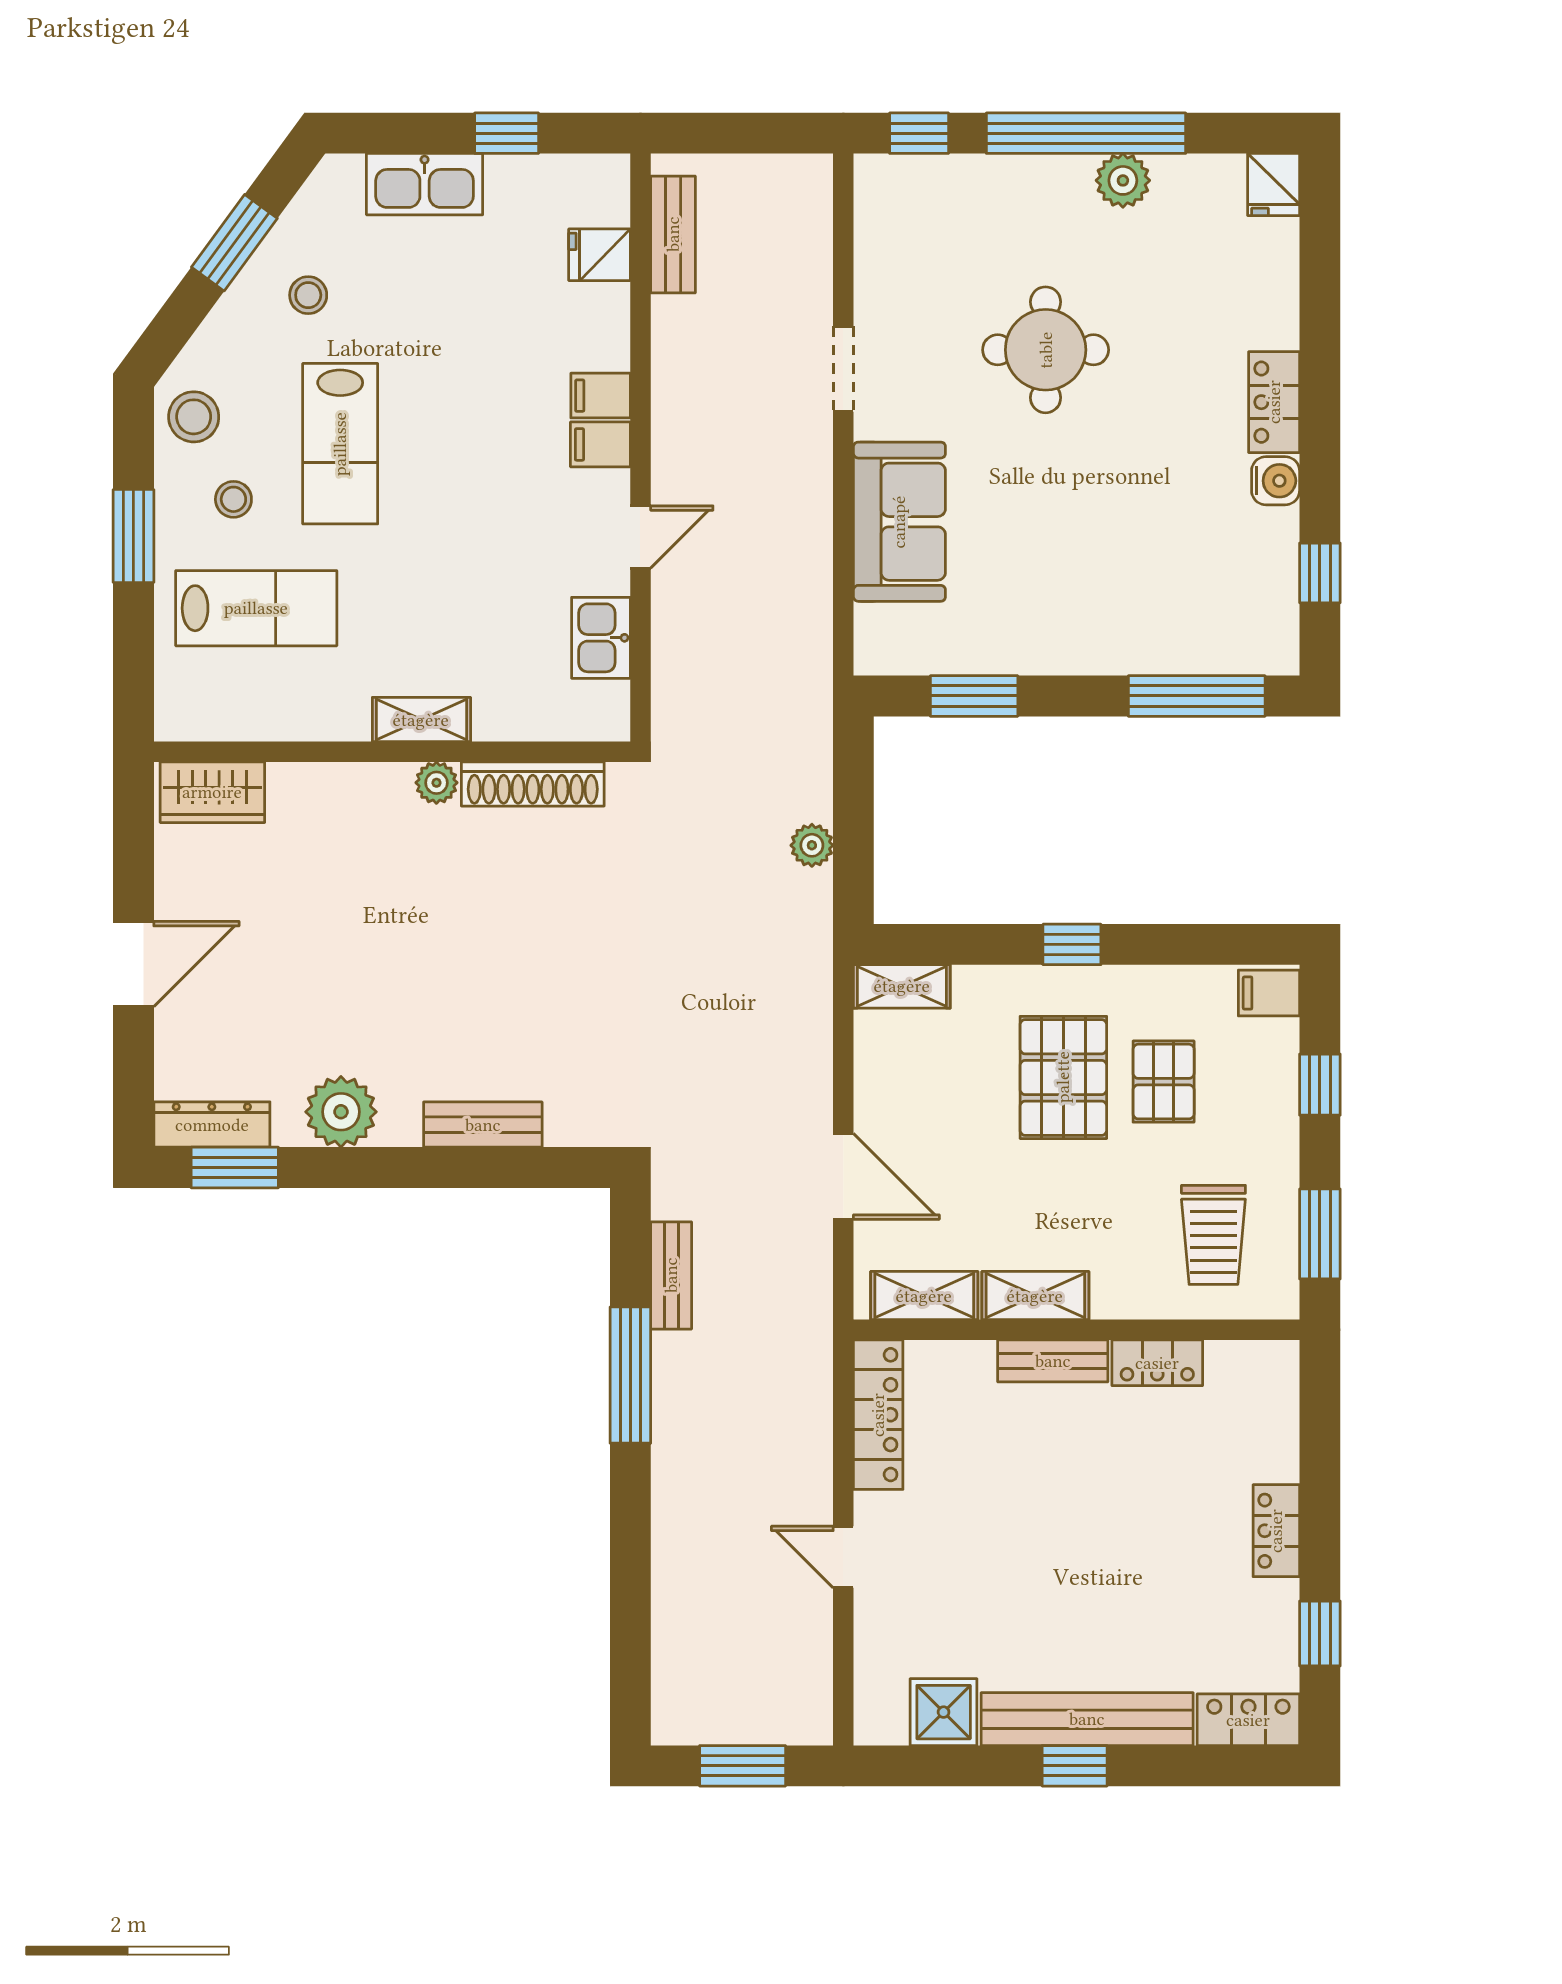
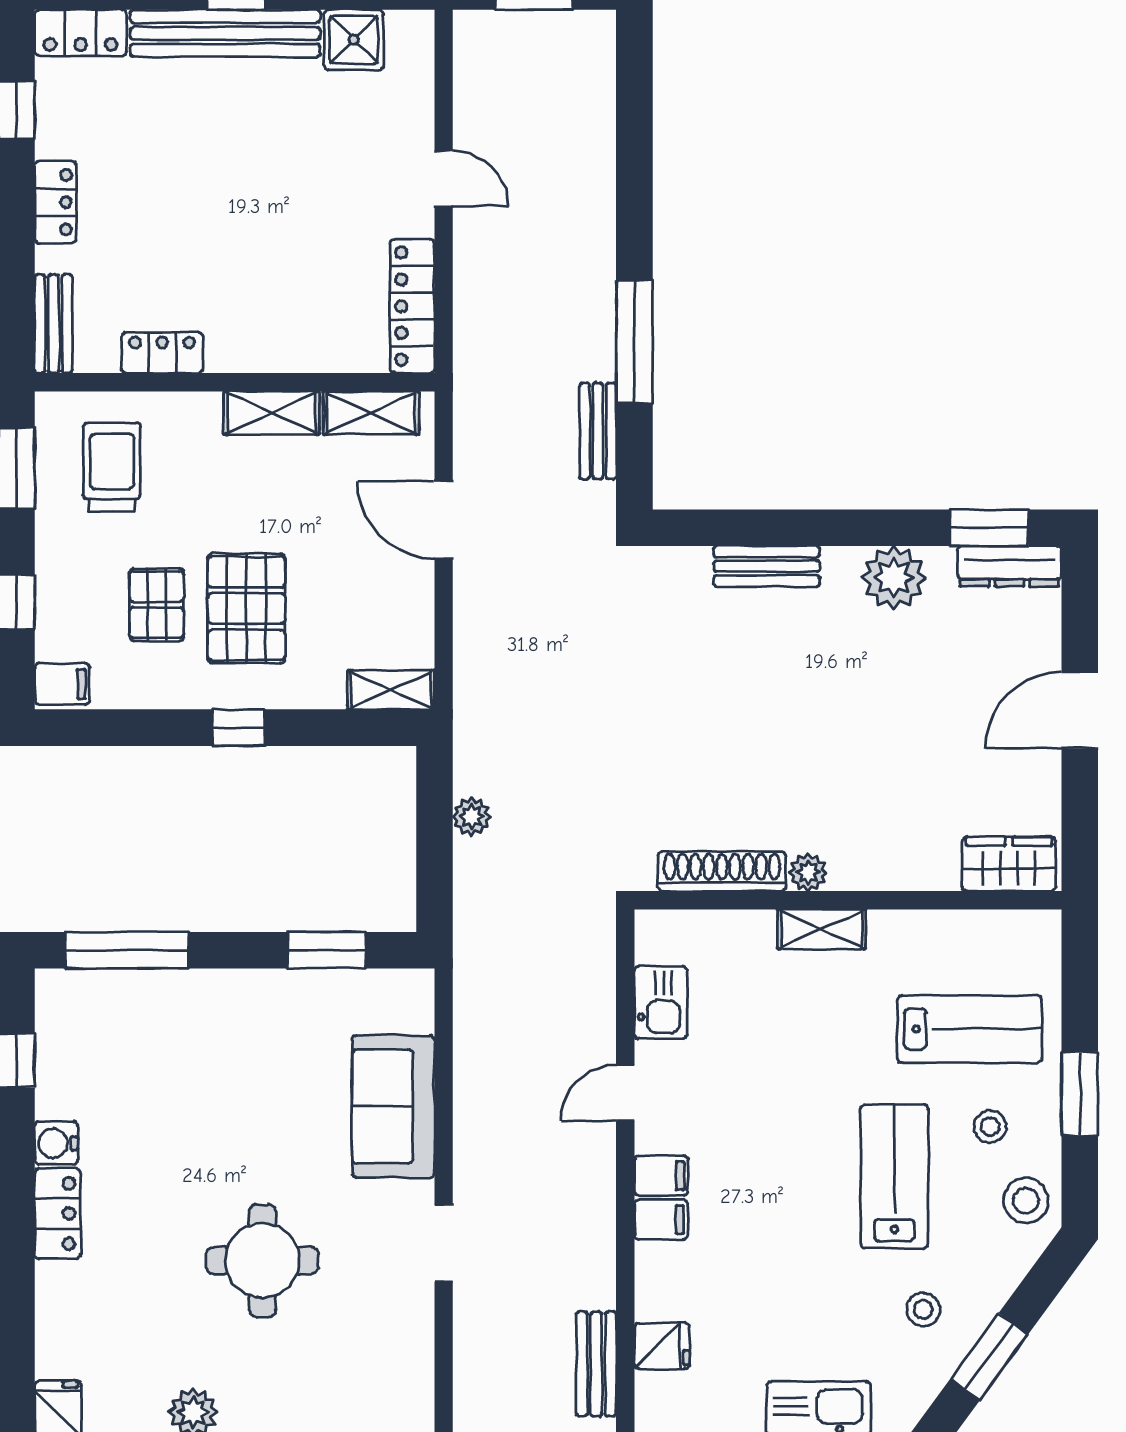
lab bench: (256, 608) -> (970, 1029), turned 180
bench: (1053, 1361) -> (54, 324), moved, turned 90

